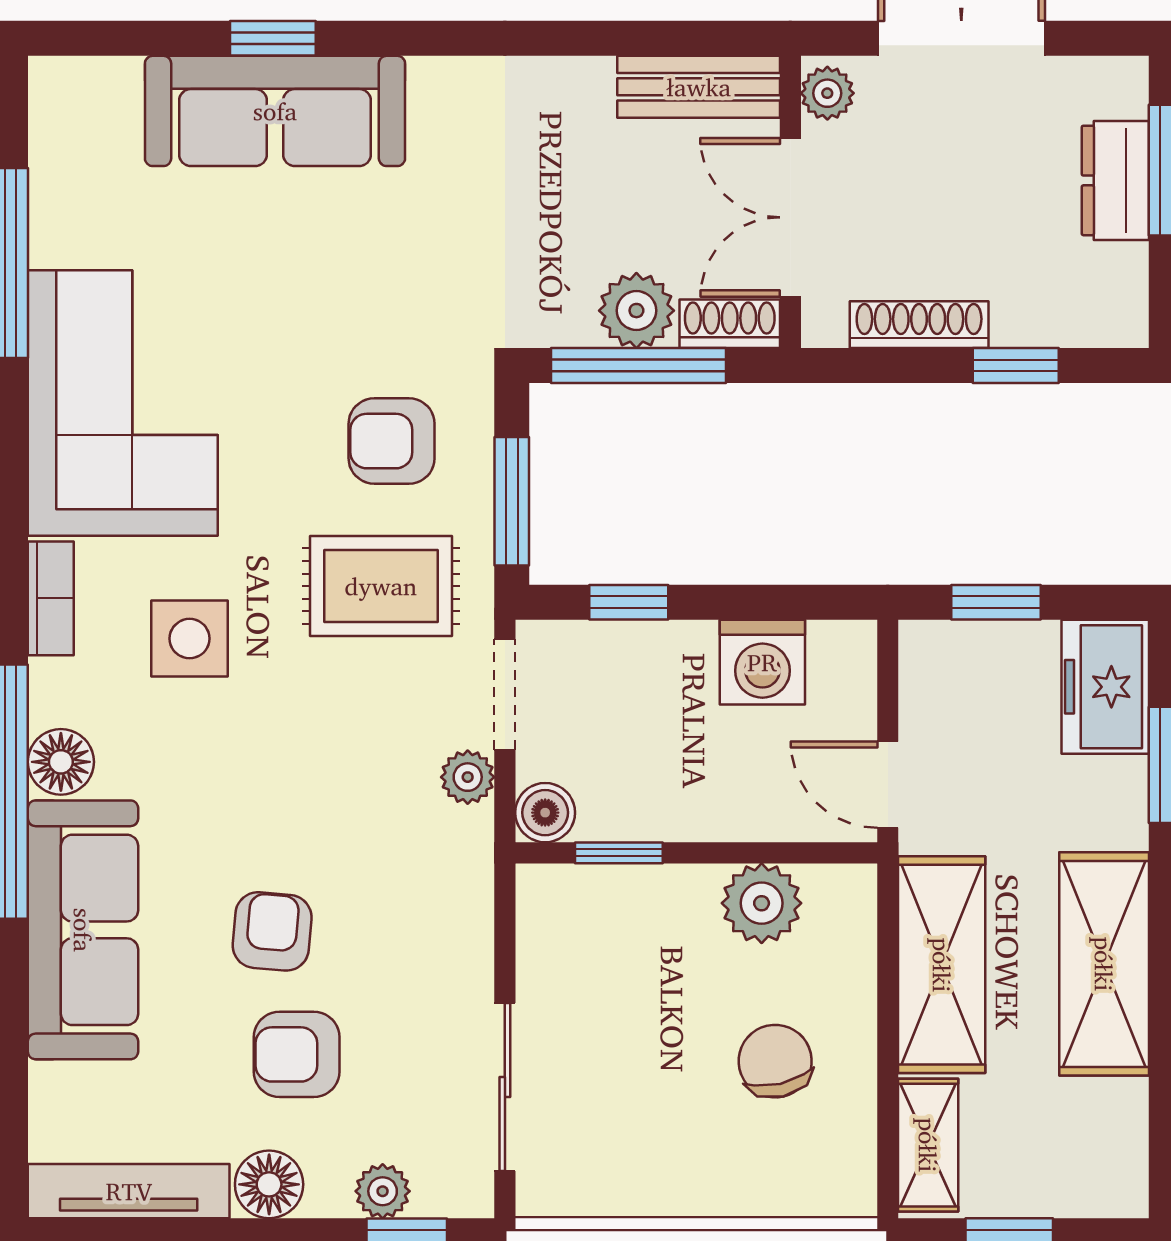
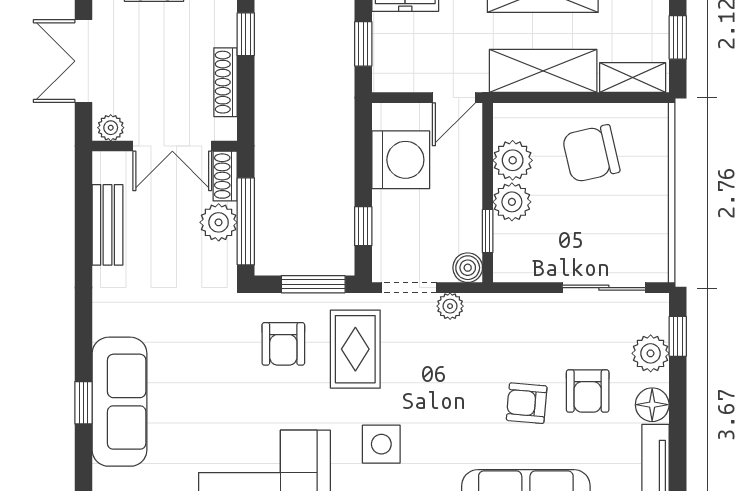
bench: (699, 87) -> (107, 225), moved
washing machine: (762, 662) -> (401, 160), width x1.37, depth x1.37
plant: (678, 902) -> (512, 202), added
chair: (775, 1061) -> (591, 154), width x1.37, depth x1.37
plant: (383, 1191) -> (651, 353), width x1.38, depth x1.38

